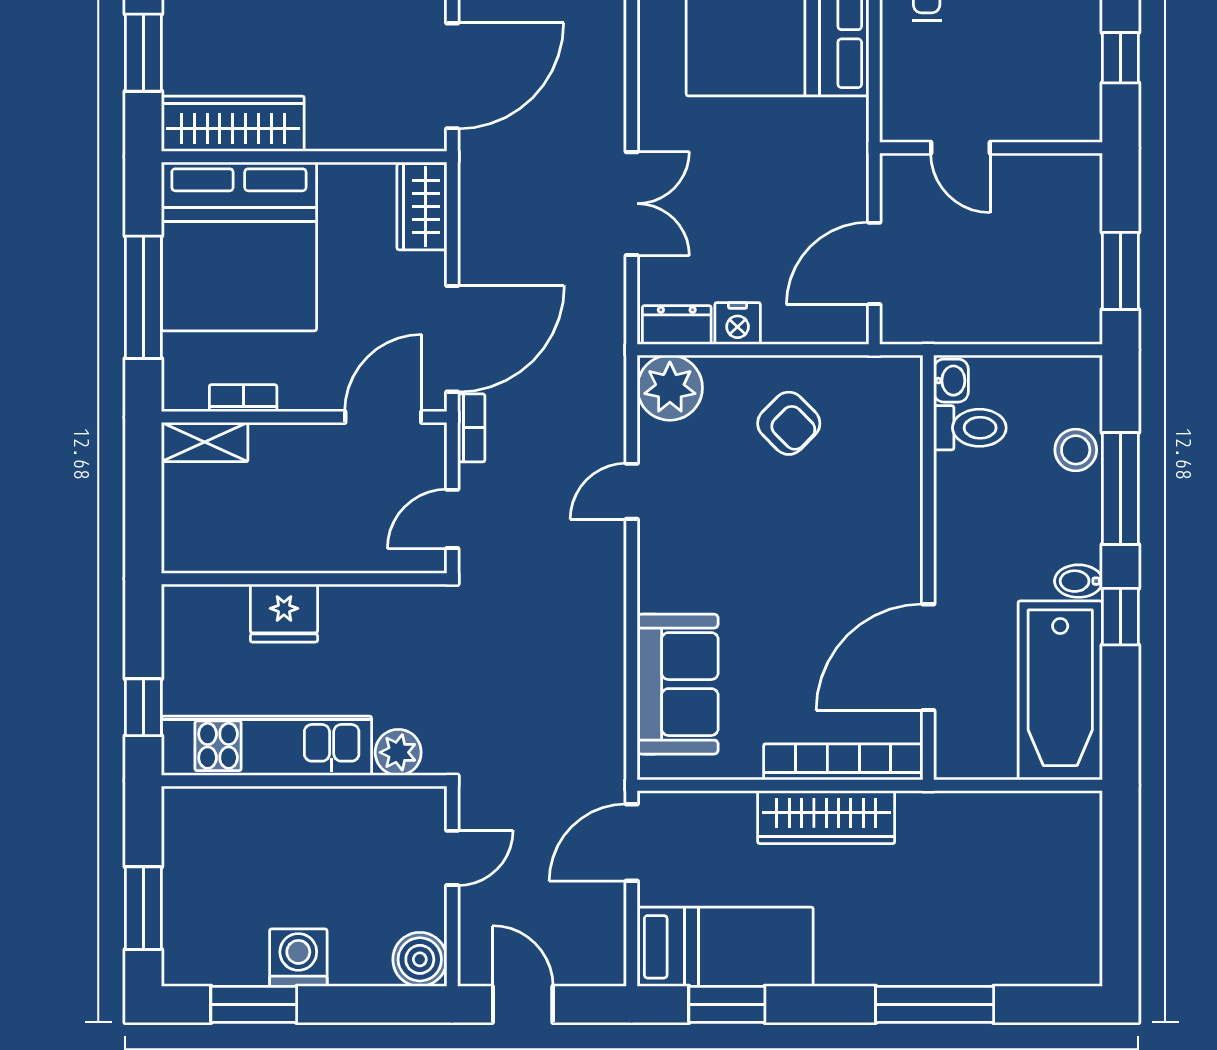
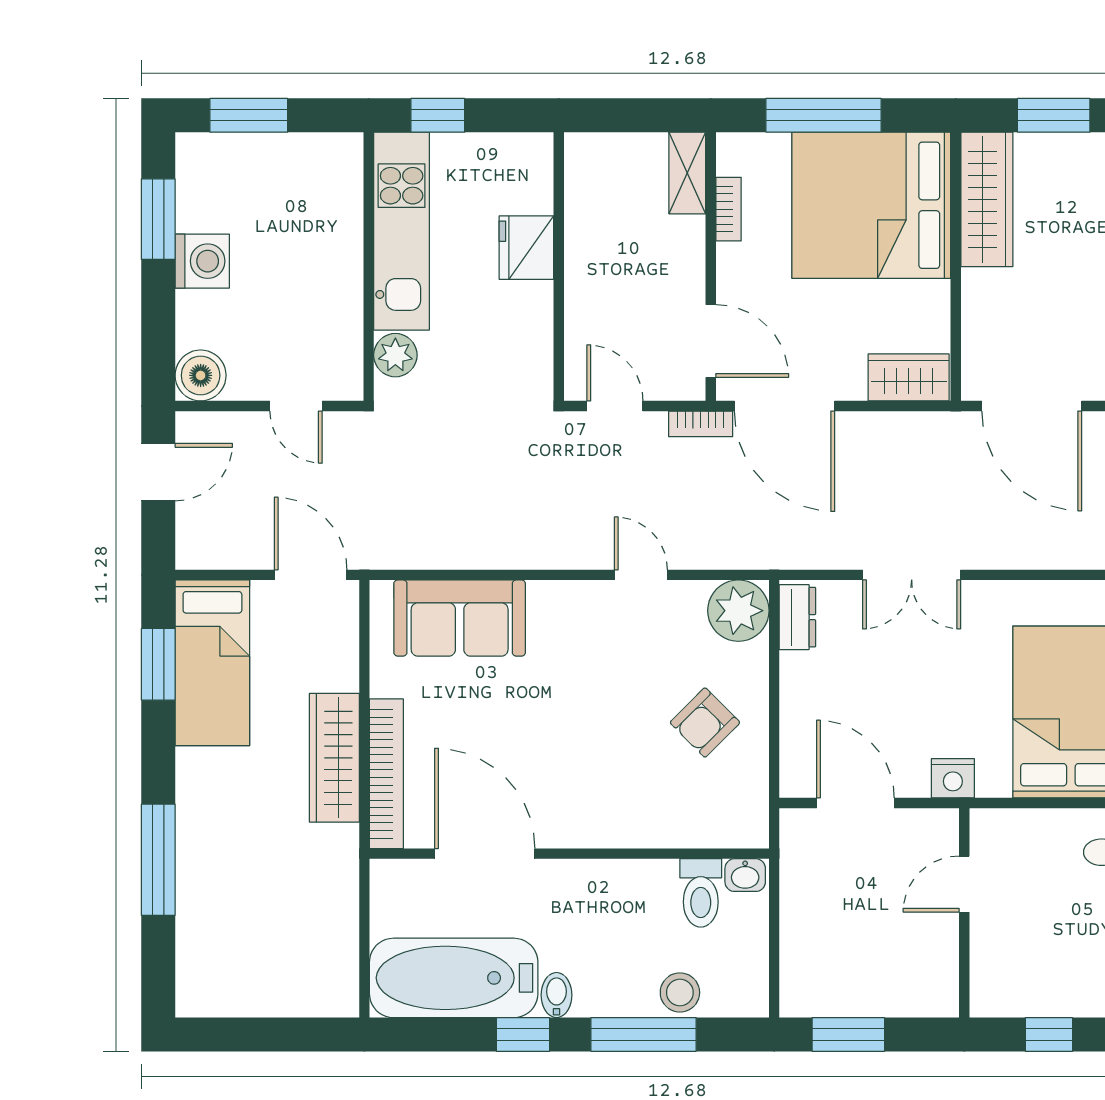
nightstand: (738, 323) -> (953, 778), moved, turned -90

